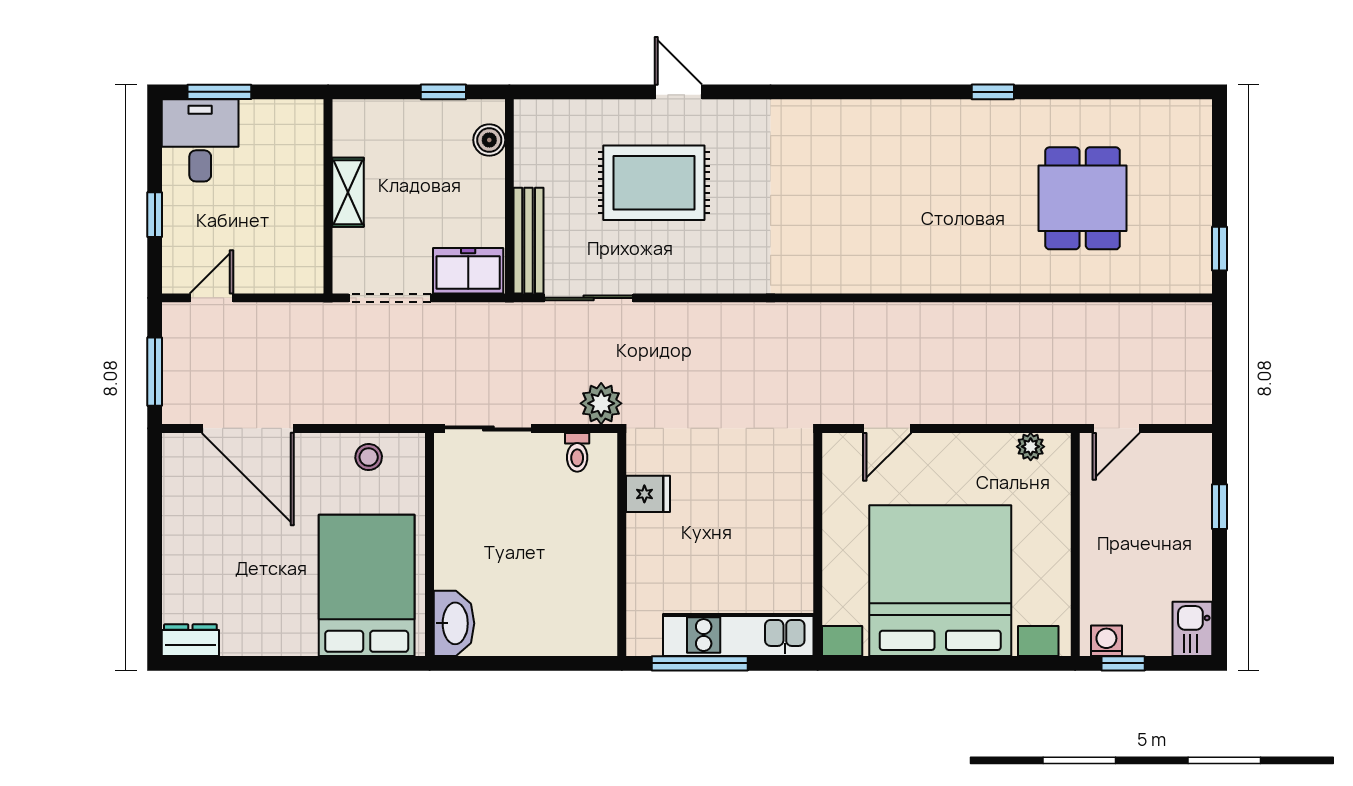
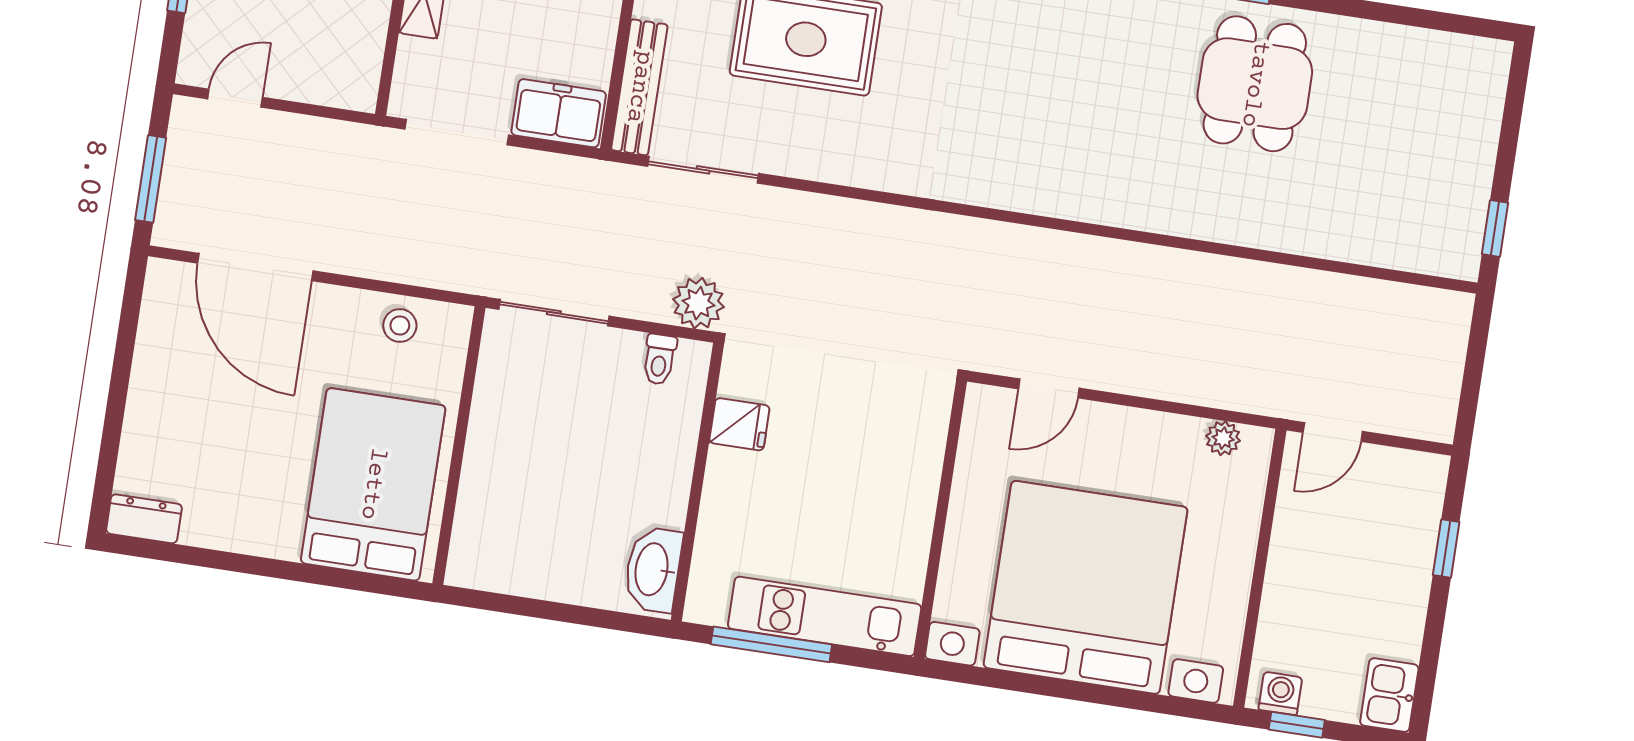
dining table: (1083, 198) -> (1255, 84), moved
washbasin: (454, 623) -> (653, 569), moved, turned 180

